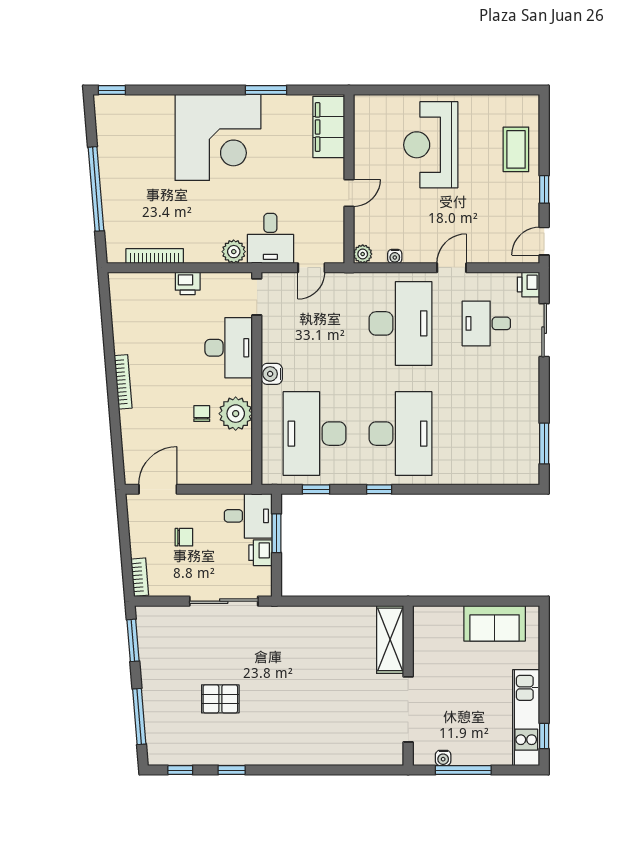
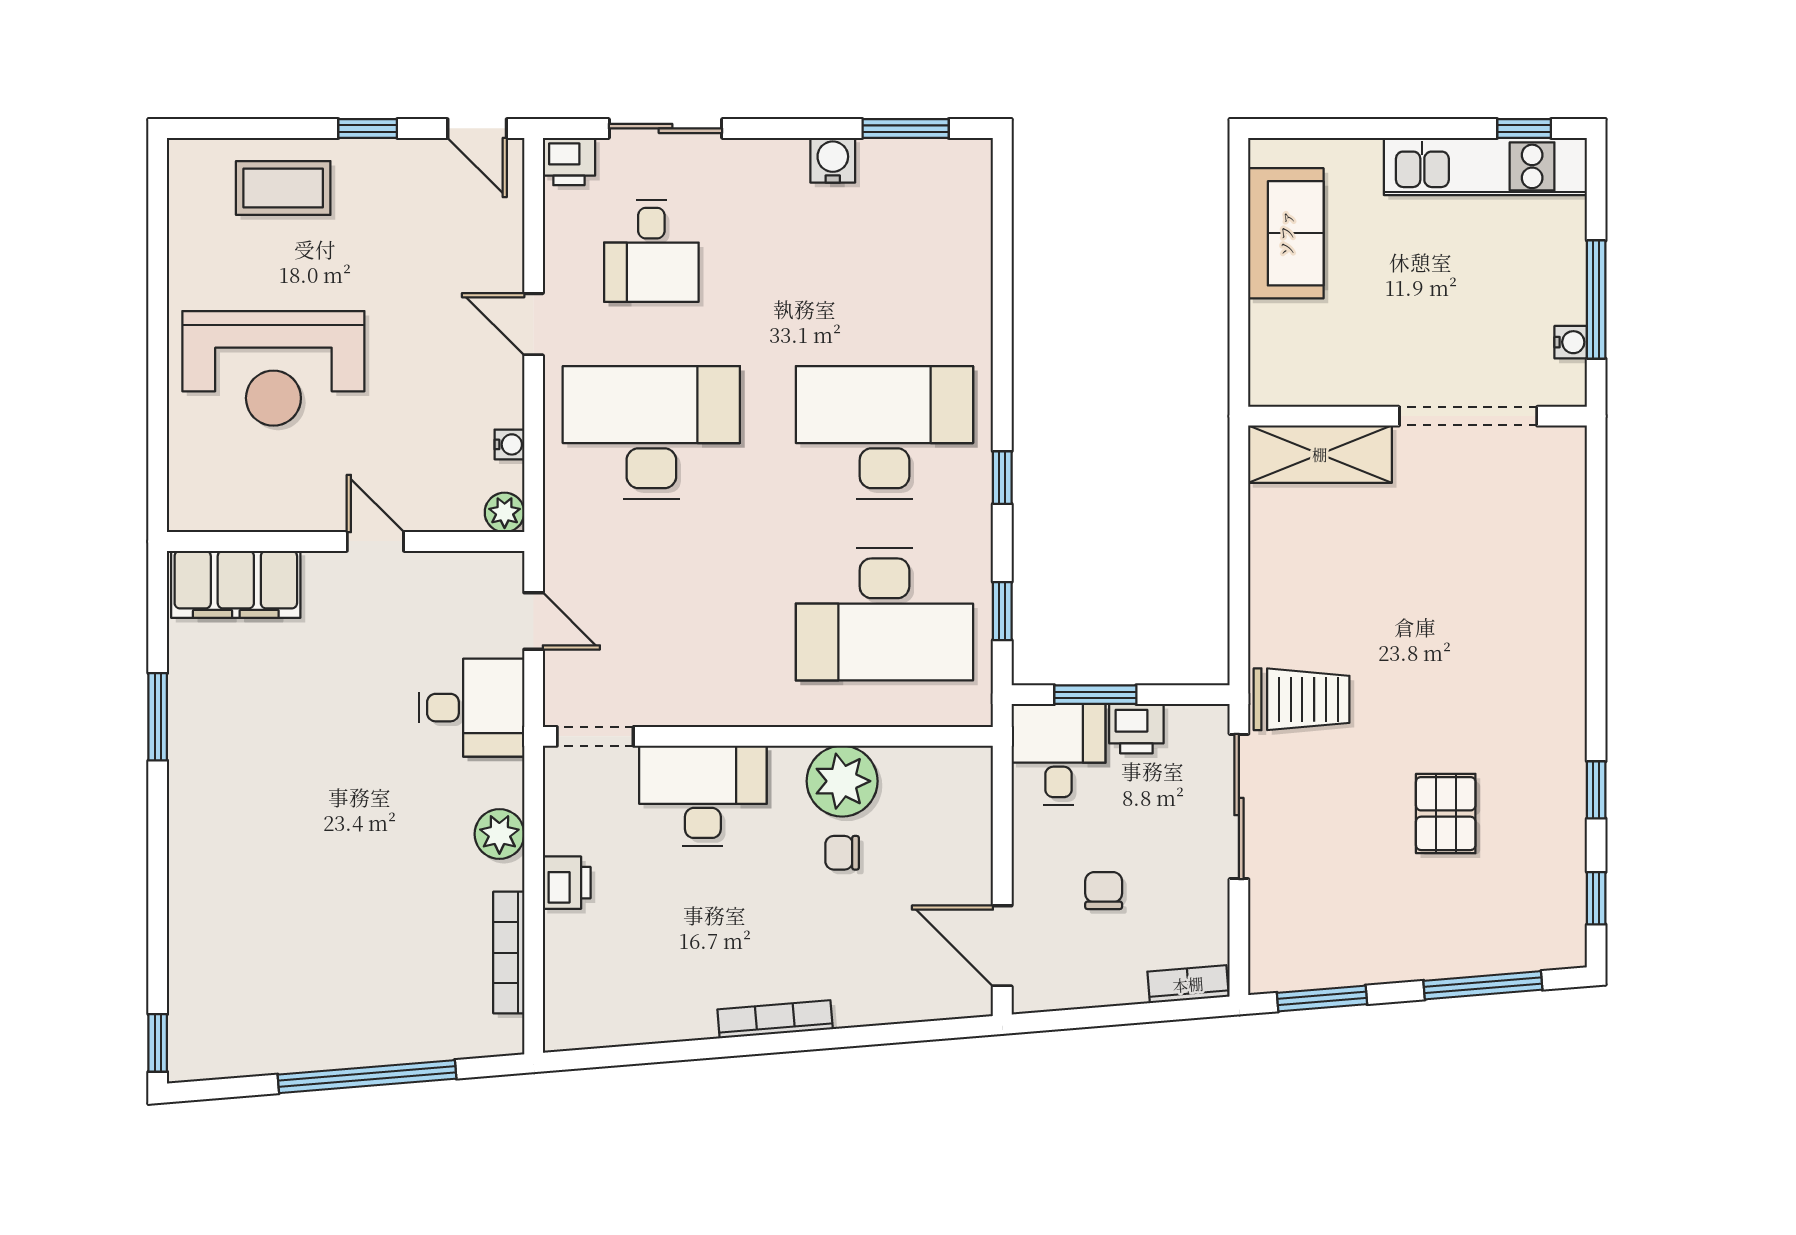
corner desk: (218, 137) -> (258, 818), removed
plant: (234, 252) -> (499, 834), moved
water cooler: (272, 374) -> (833, 160), moved, turned 180
trolley: (274, 631) -> (1302, 699), added

